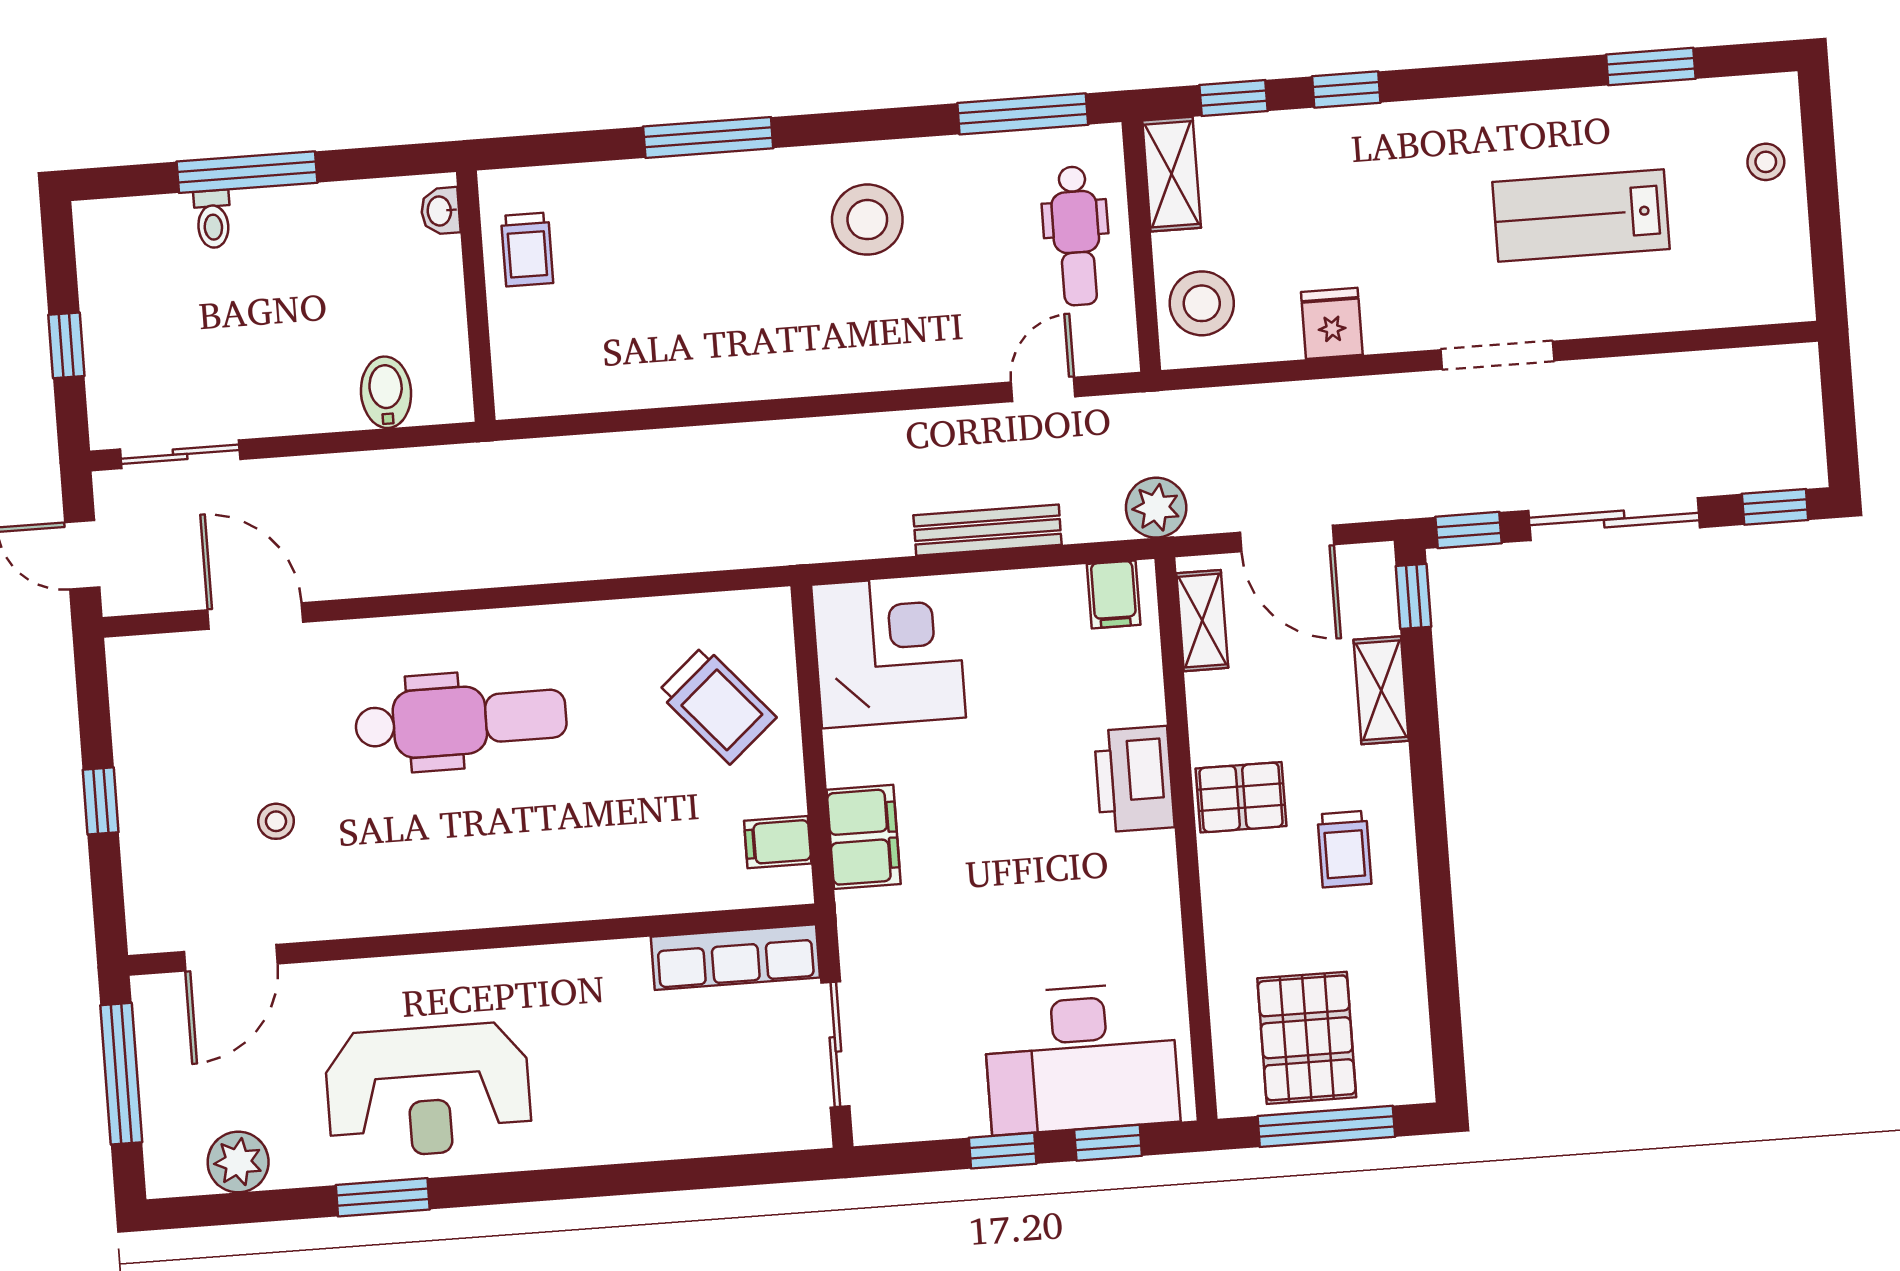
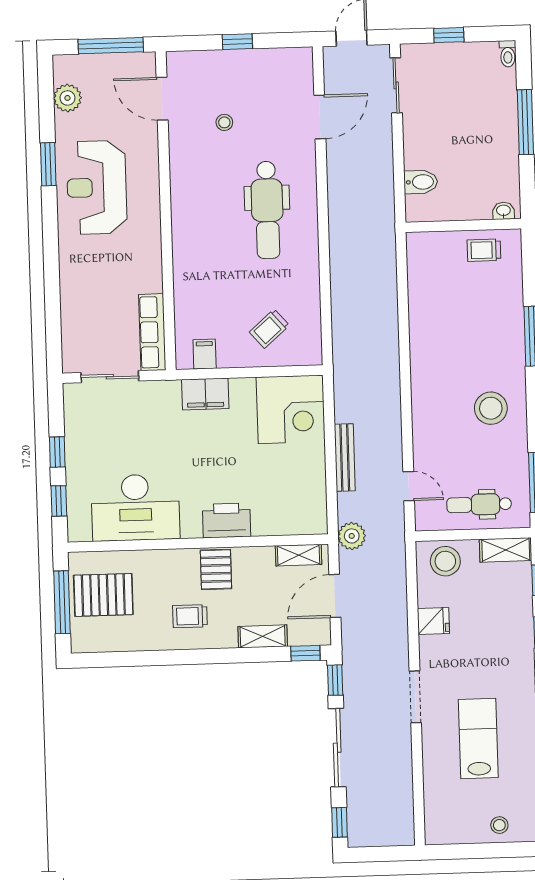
toilet: (213, 219) -> (508, 54), moved, turned -90
filing cabinet: (1114, 594) -> (312, 515), removed
trolley: (717, 705) -> (269, 329), width x0.73, depth x0.72
desk: (1081, 1058) -> (135, 507), moved, turned -90

